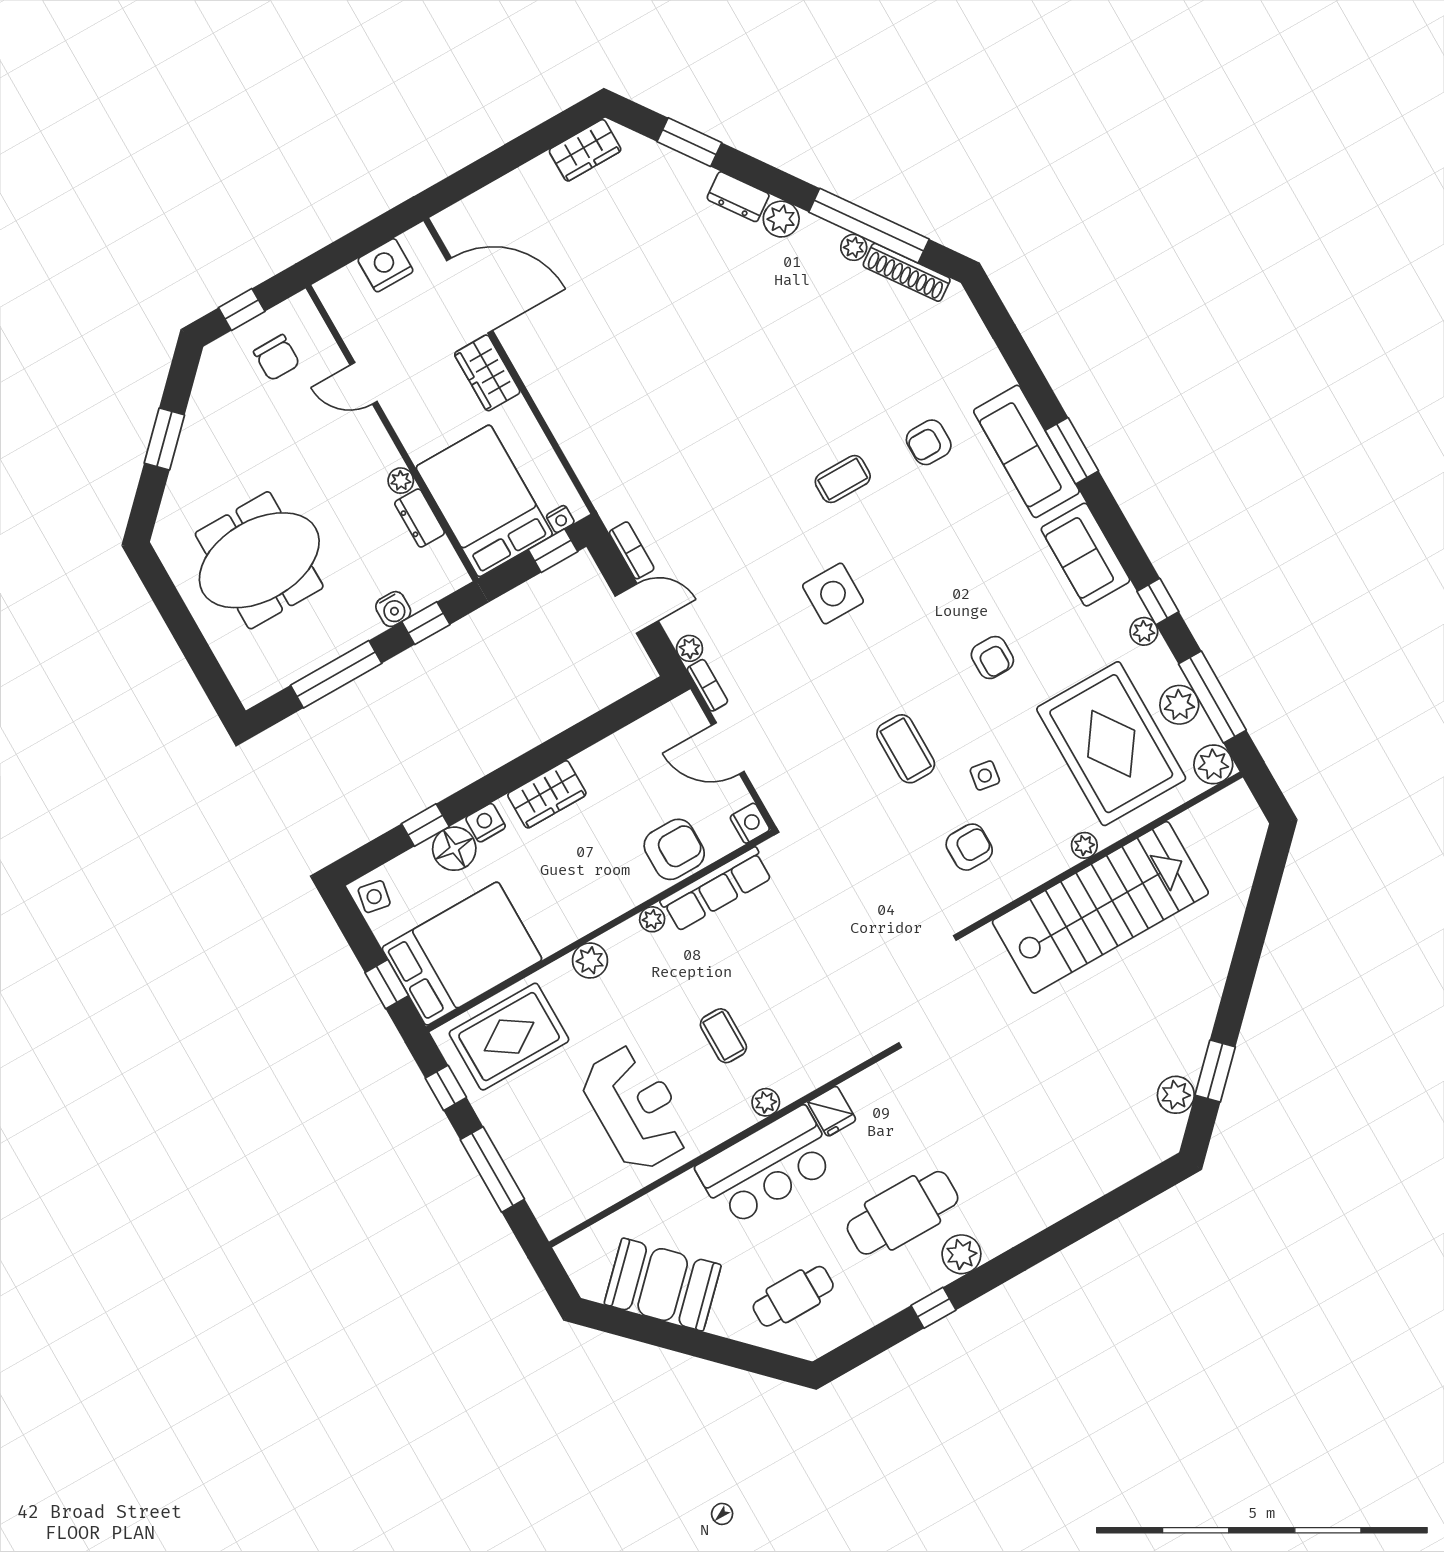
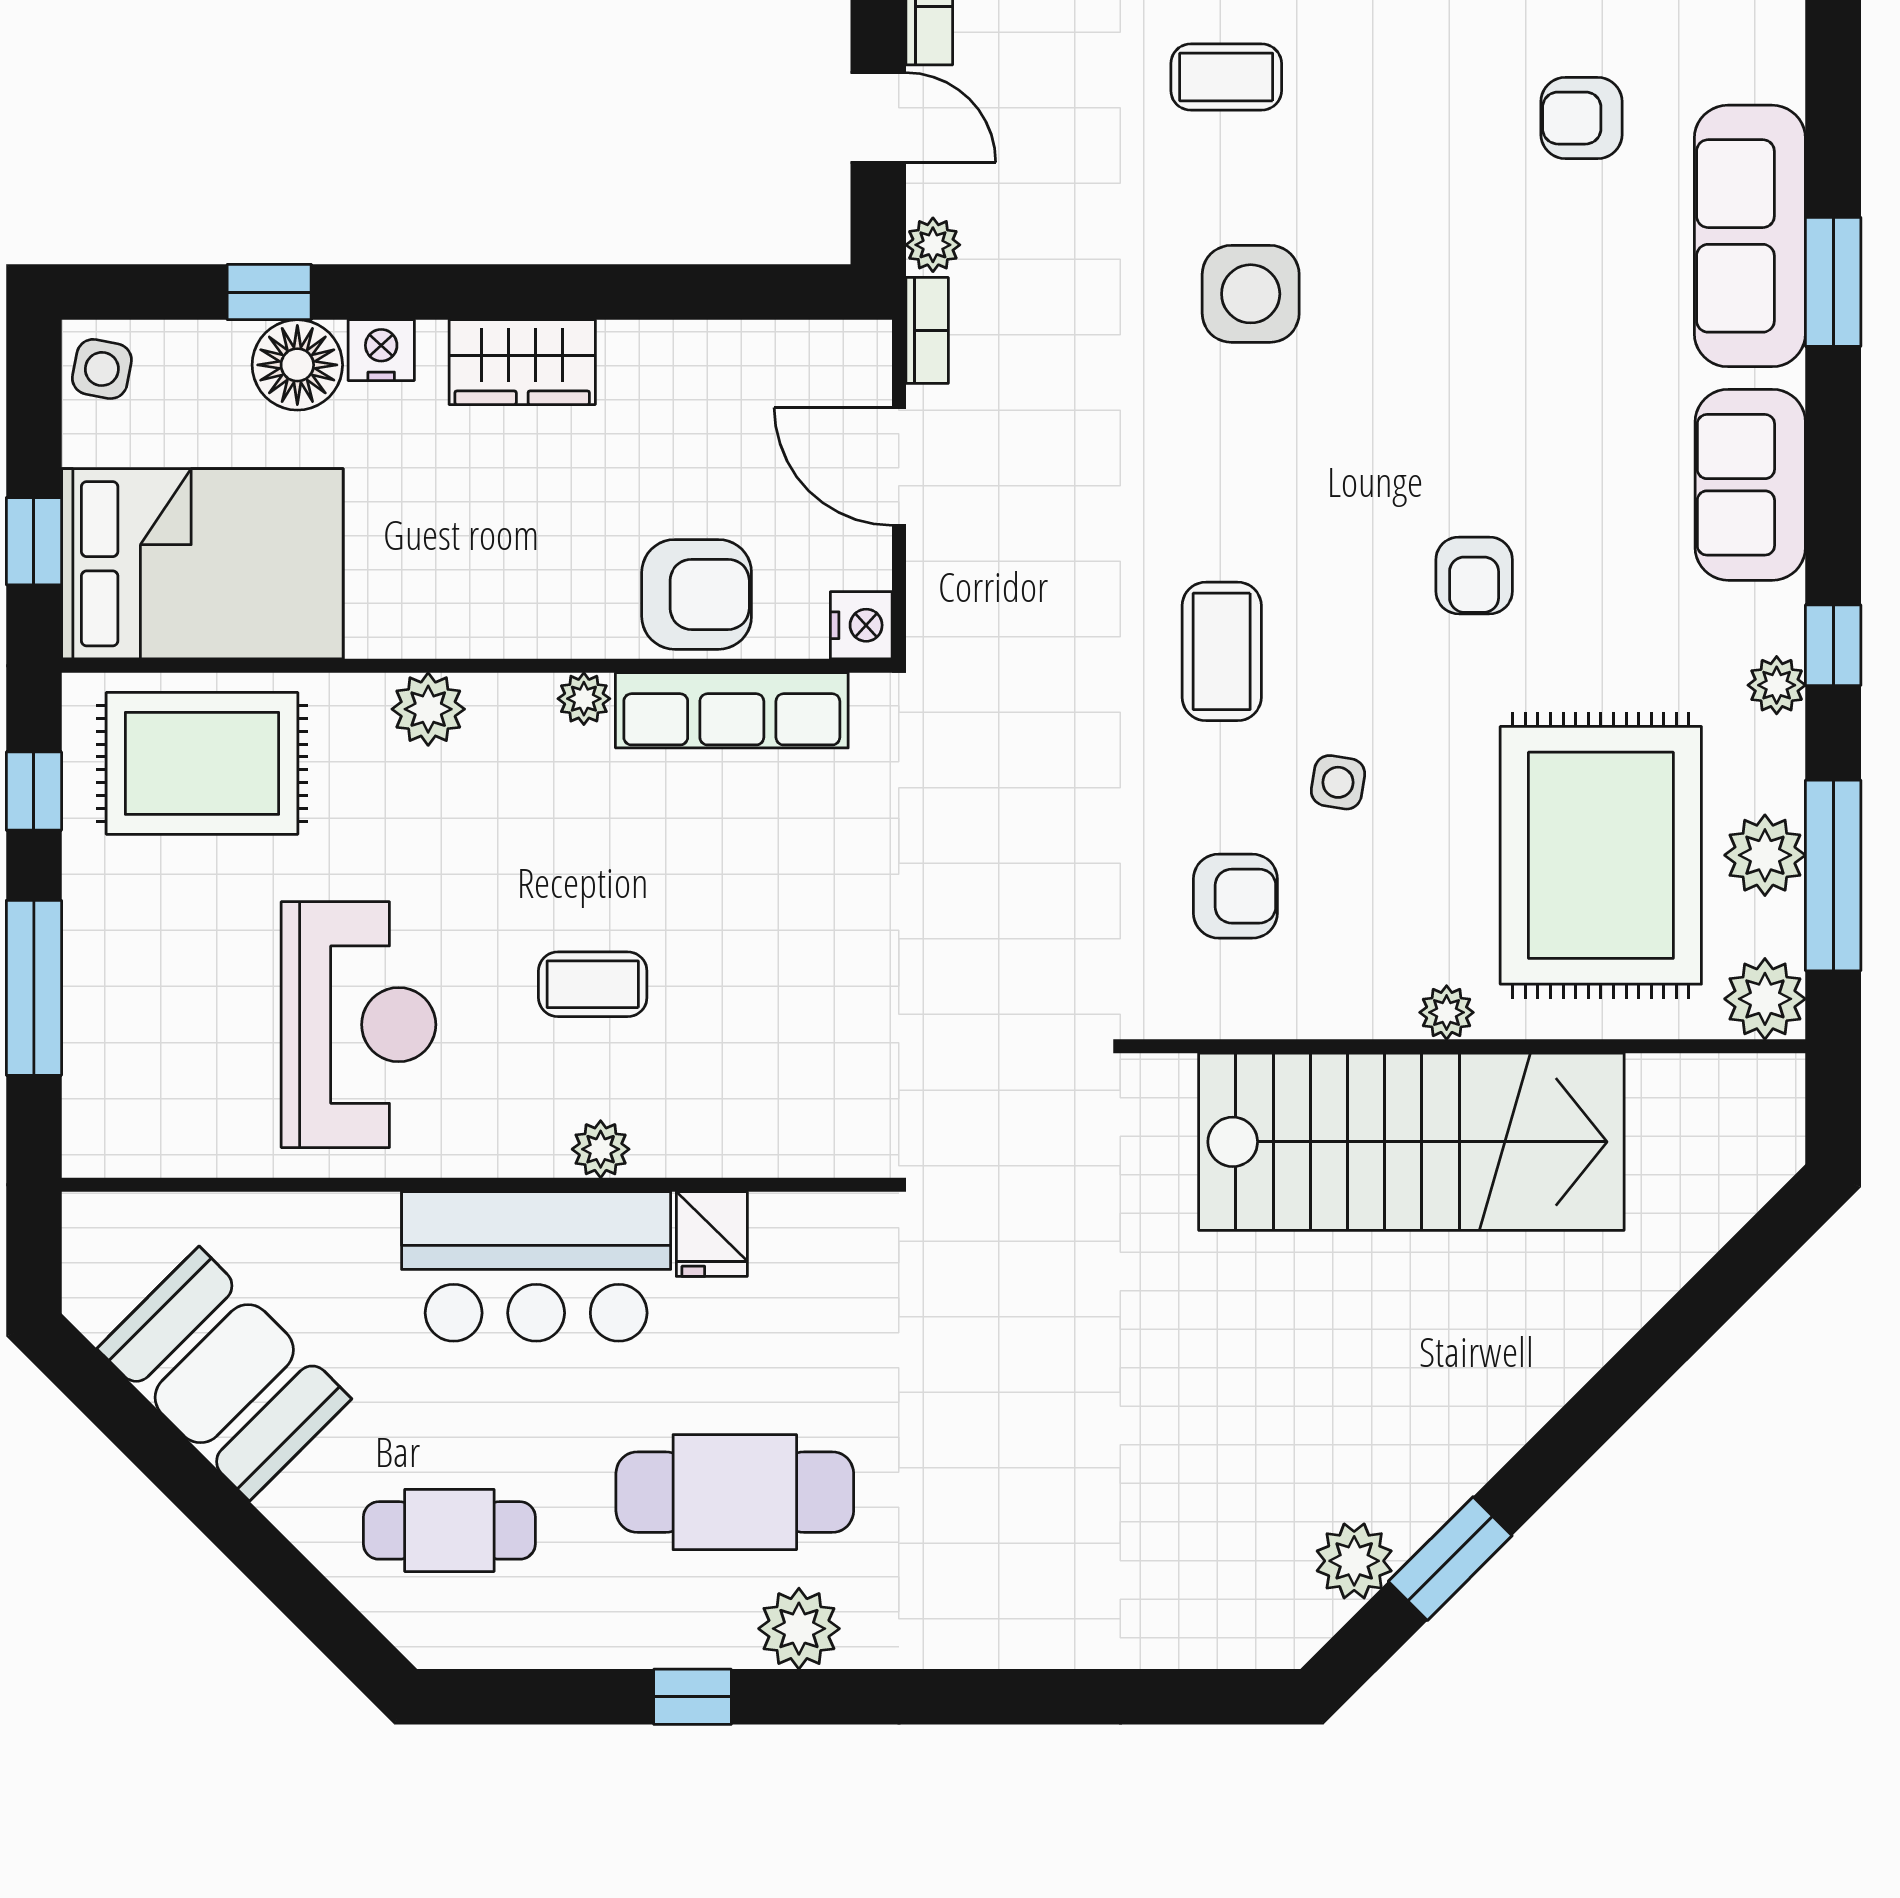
coffee table: (843, 479) -> (1226, 77), moved
coffee table: (723, 1036) -> (593, 984), turned 90

